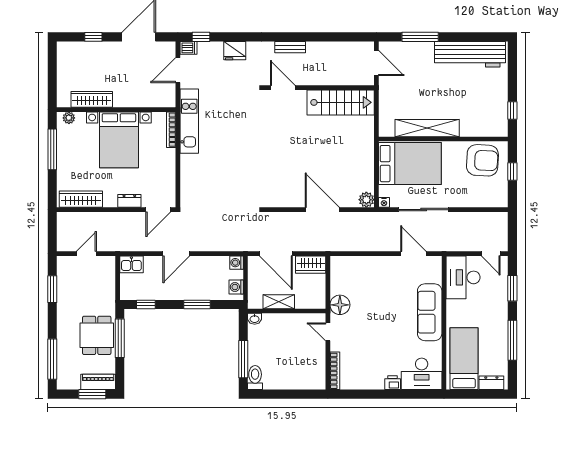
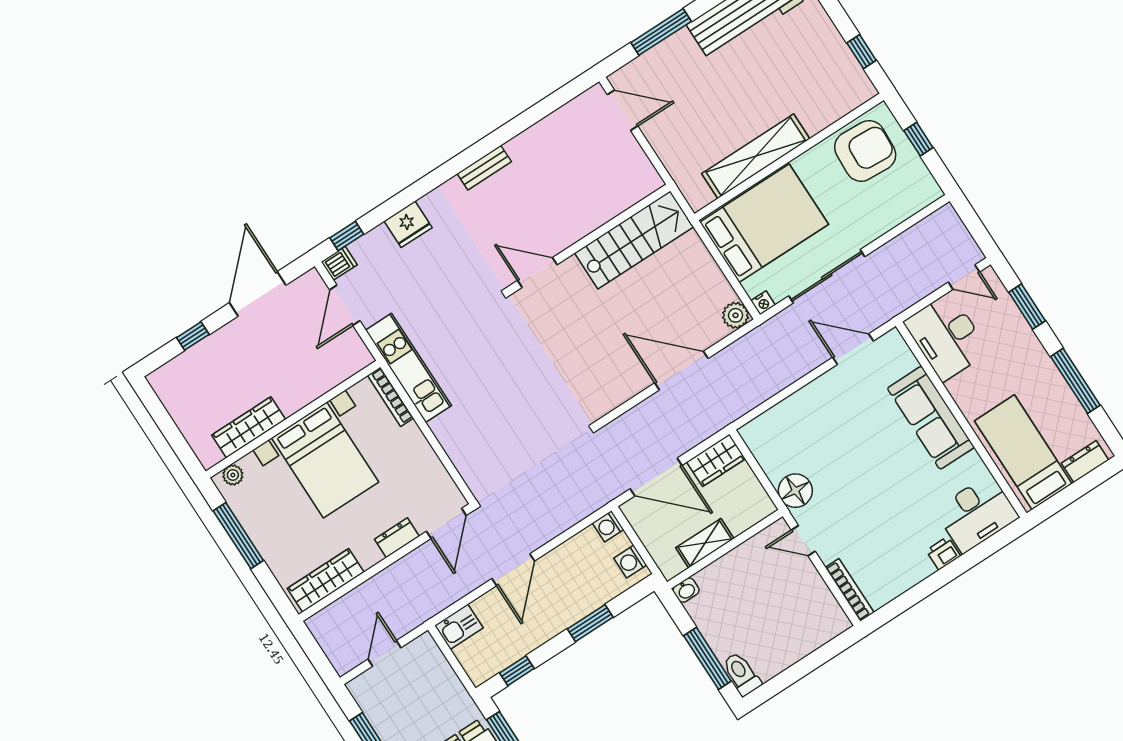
door: (283, 88) -> (537, 273), moved
wall: (319, 88) -> (589, 239), moved
stairs: (341, 102) -> (634, 240), moved

